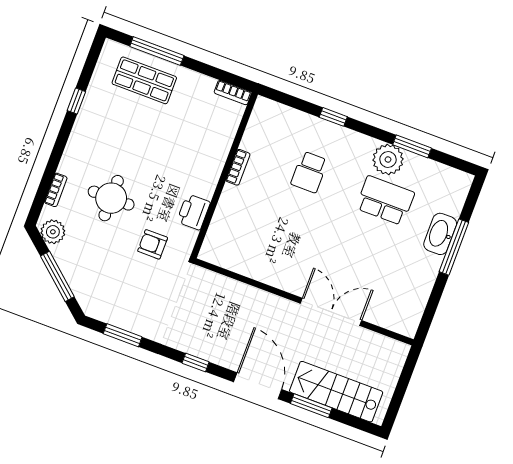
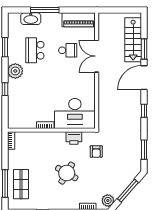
plant: (388, 159) -> (15, 71), moved
school desk: (309, 172) -> (68, 50), moved
round table: (111, 198) -> (67, 173), moved, turned 30
desk: (239, 231) -> (75, 113), added
washbasin: (440, 234) -> (31, 19), moved
piano: (412, 304) -> (79, 20), added

